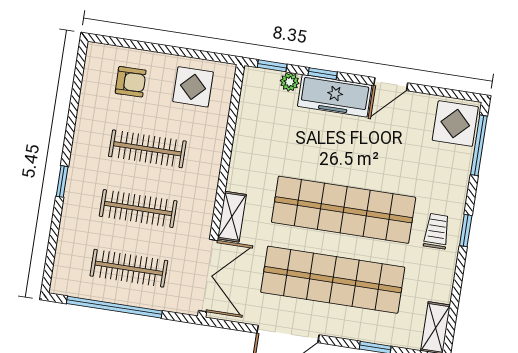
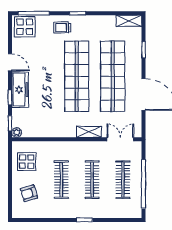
armchair: (131, 82) -> (29, 193), turned -106
plant: (290, 82) -> (17, 133), moved
trolley: (437, 231) -> (62, 28), moved
double door: (208, 275) -> (120, 139), width x0.73

